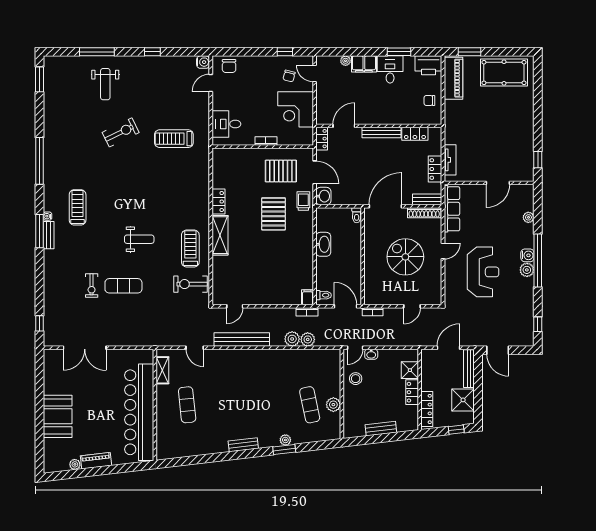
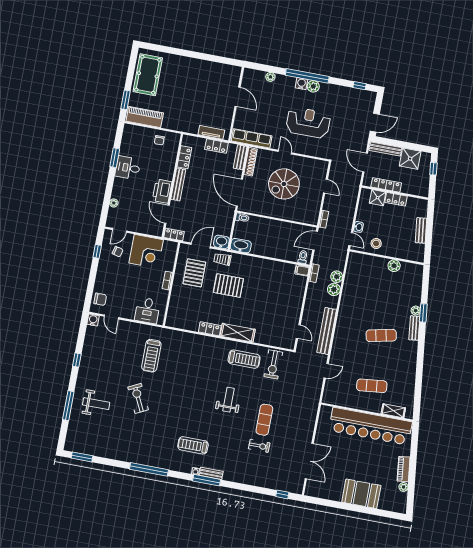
filing cabinet: (364, 64) -> (119, 188), removed
printer: (428, 65) -> (162, 191), moved, turned 180
window: (538, 160) -> (224, 60), removed
washbasin: (323, 244) -> (241, 246), moved
treadmill: (190, 249) -> (244, 359), turned 180
shelving: (162, 370) -> (393, 411), moved
exercise mat: (310, 405) -> (381, 335), moved
locker: (427, 409) -> (386, 185), moved
bench: (243, 445) -> (414, 328), moved

